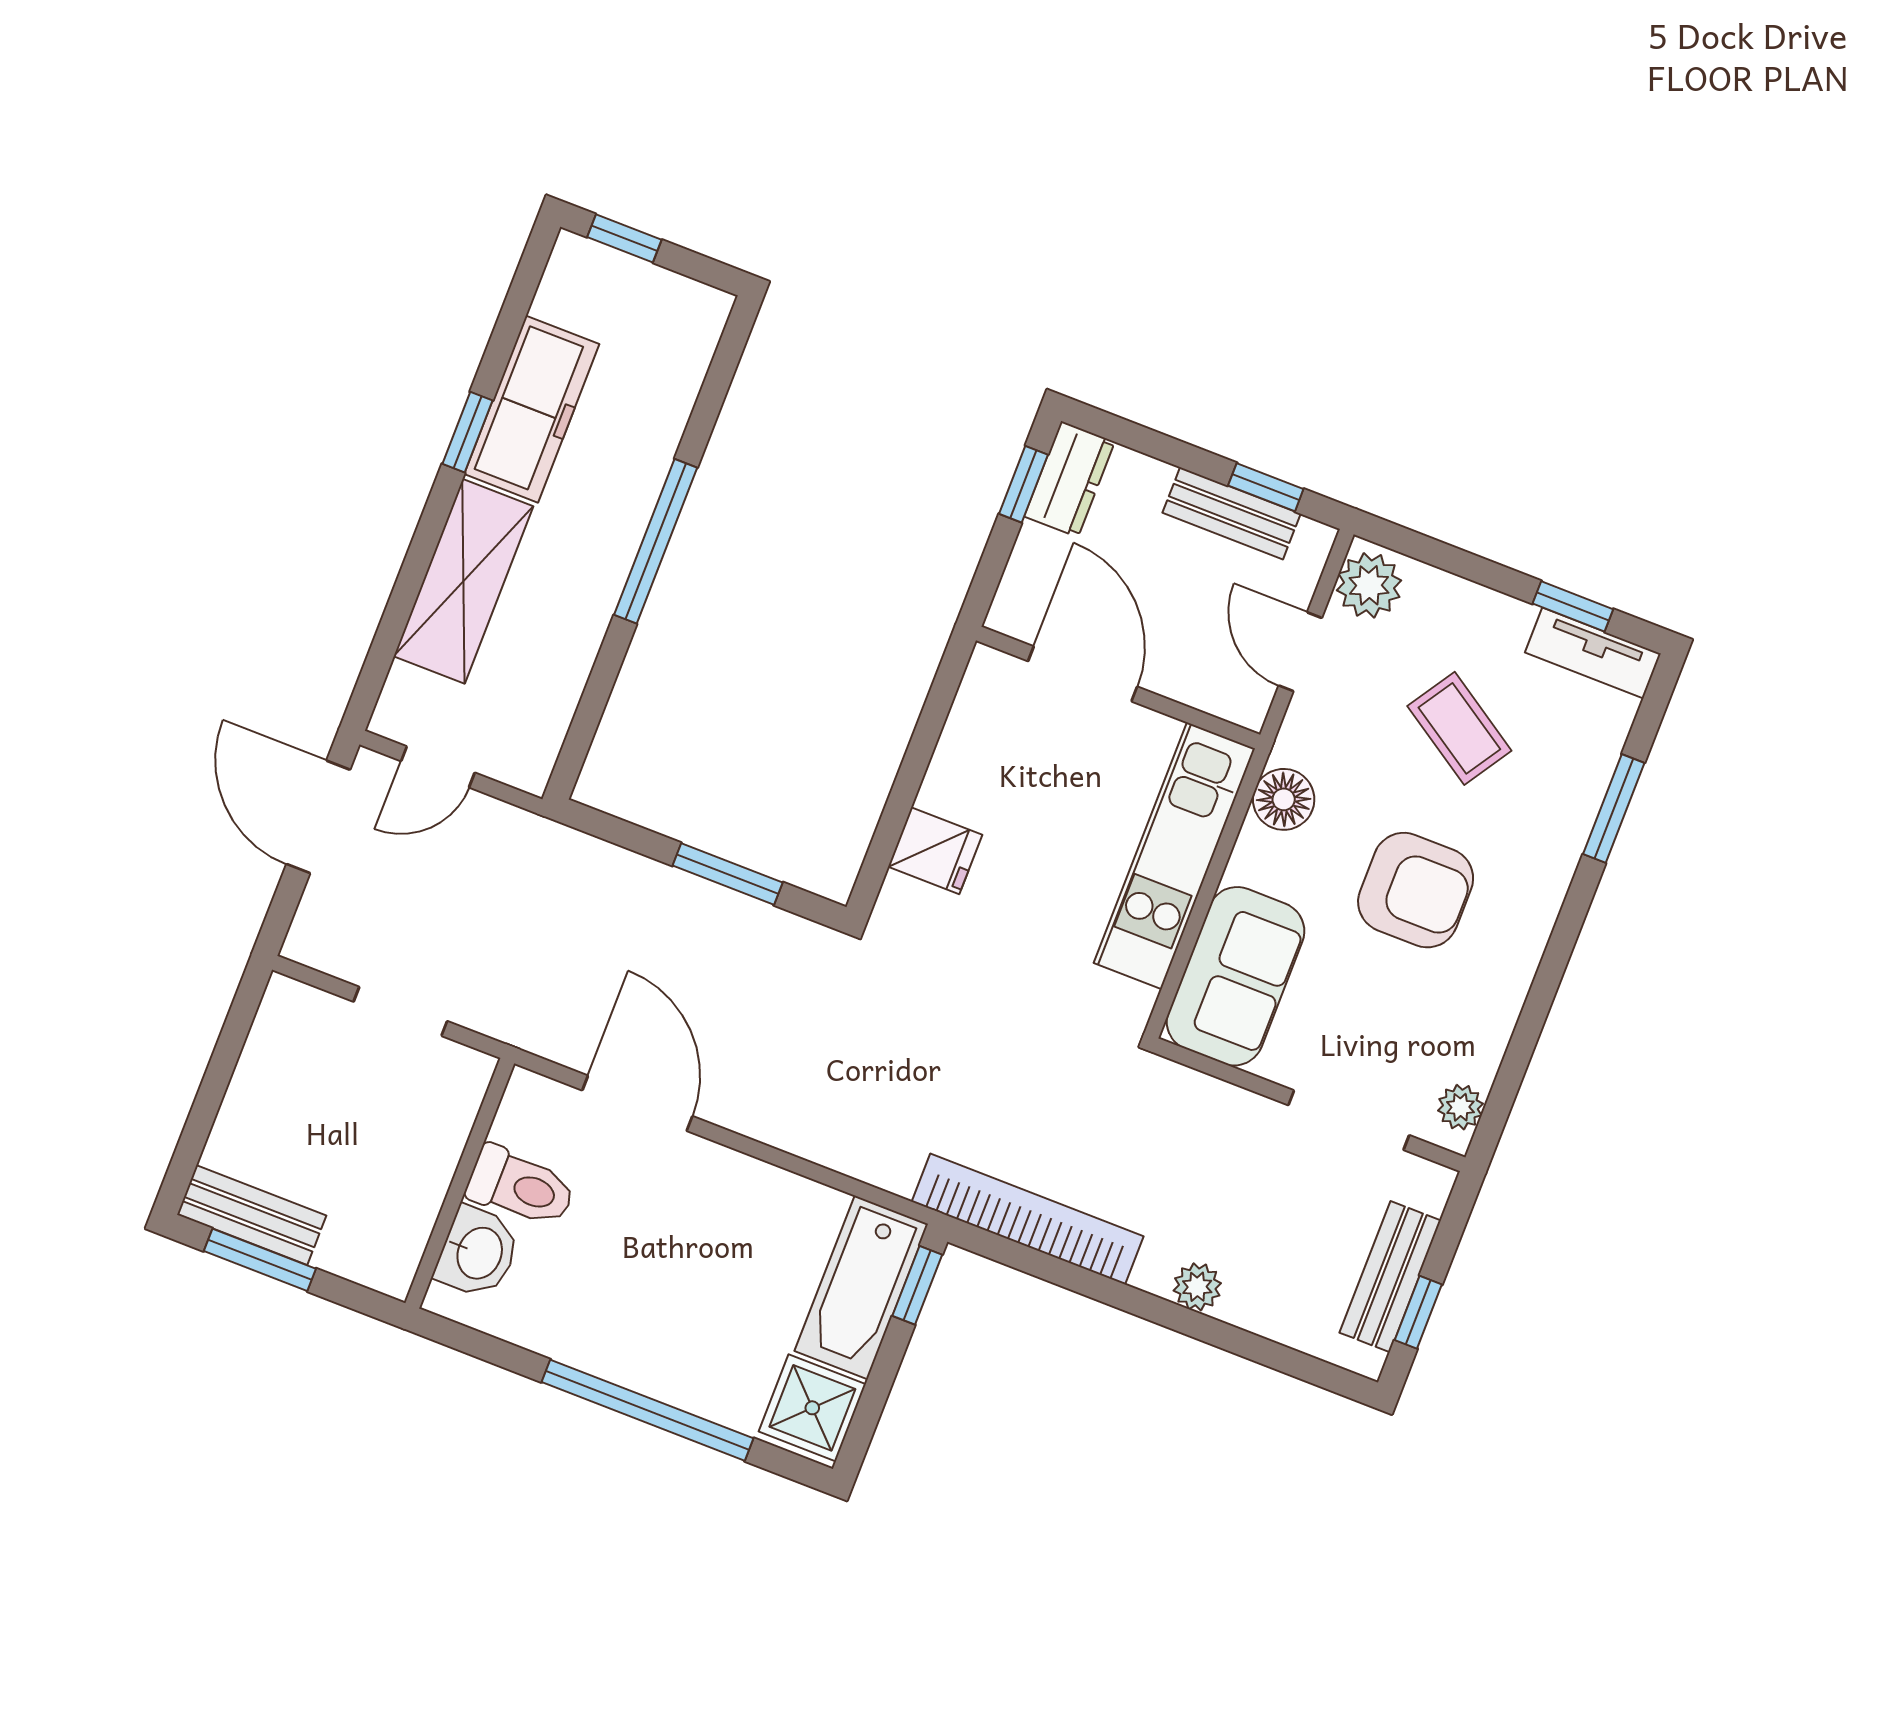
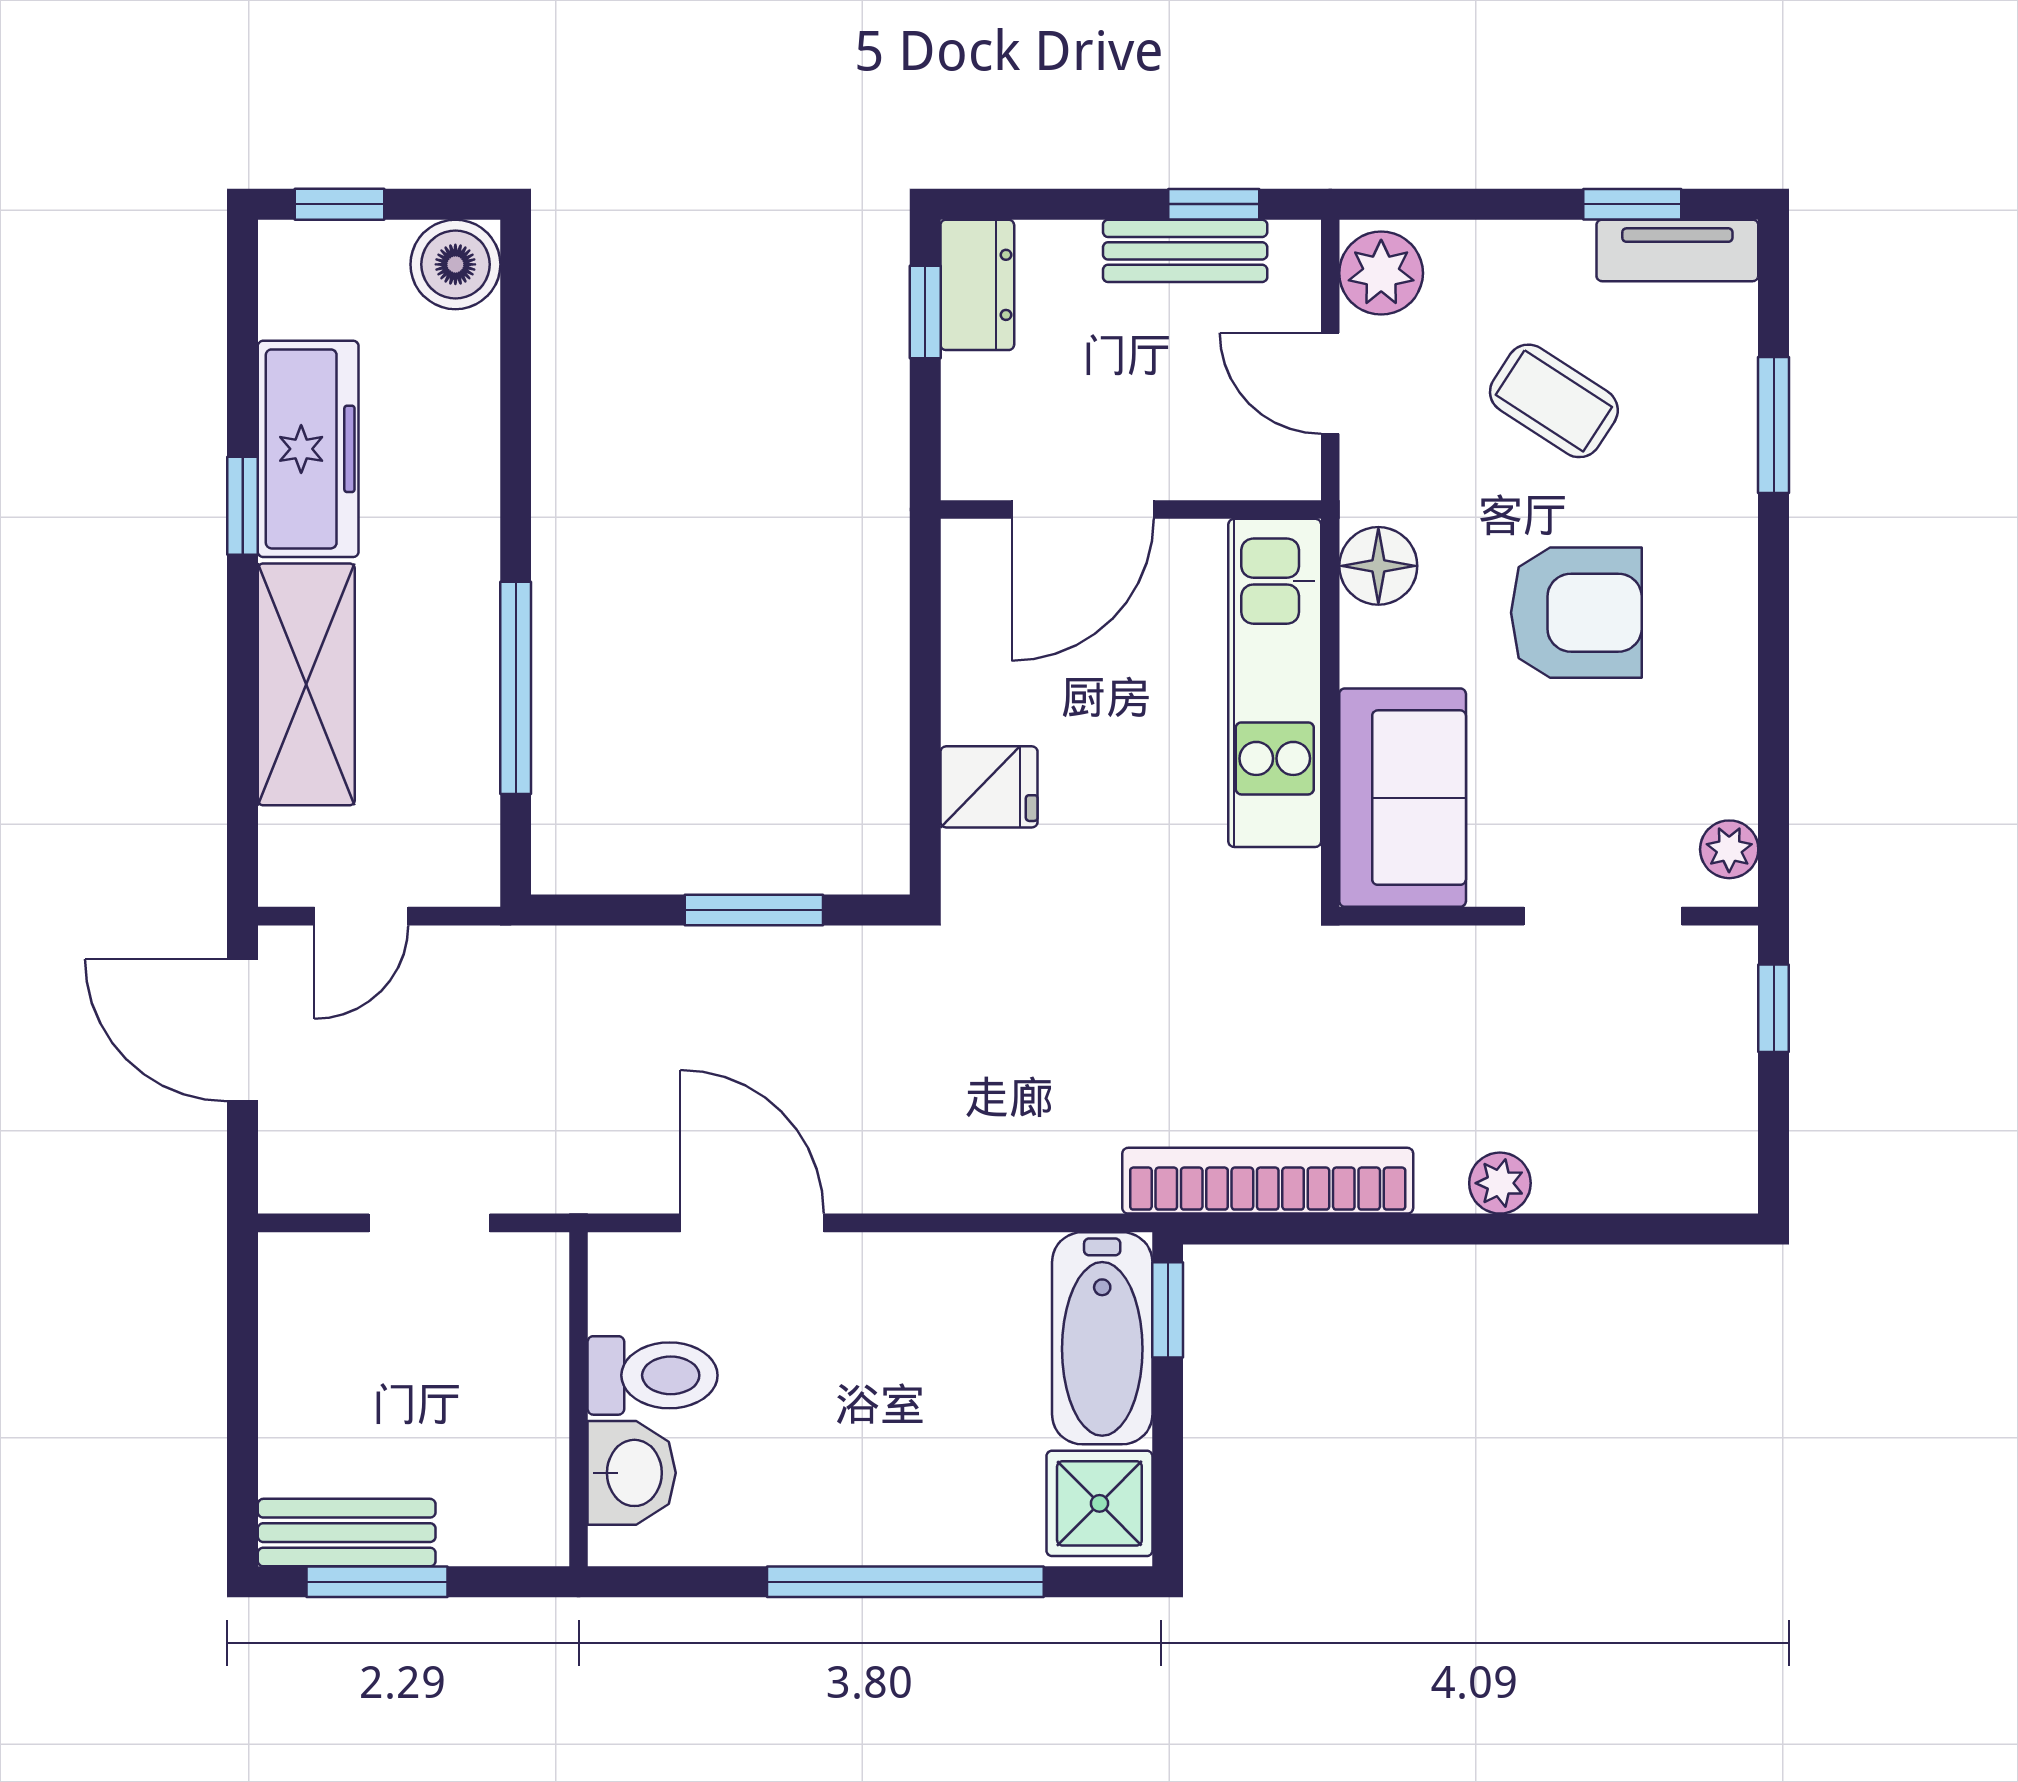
boiler: (692, 316) -> (455, 264), added
window: (656, 541) -> (516, 688), moved
door: (1083, 674) -> (1083, 510), swing flipped
bench: (1390, 1277) -> (1724, 1082), removed
window: (1418, 1312) -> (1774, 1008), moved

